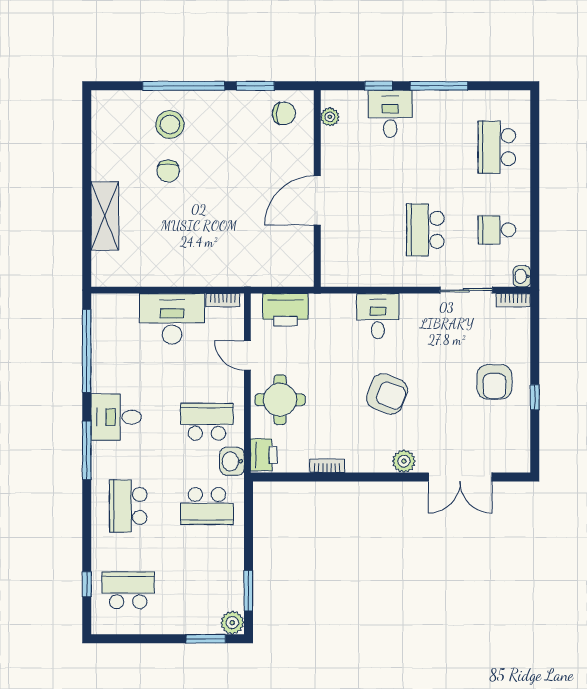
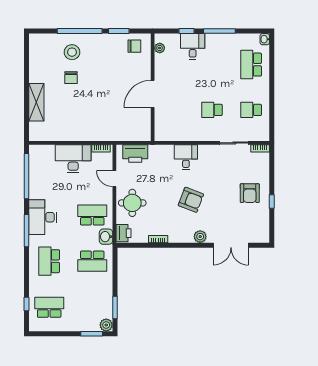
school desk: (425, 230) -> (212, 110), width x0.54
washbasin: (522, 276) -> (265, 39), moved
desk: (116, 417) -> (43, 217), width x1.37

